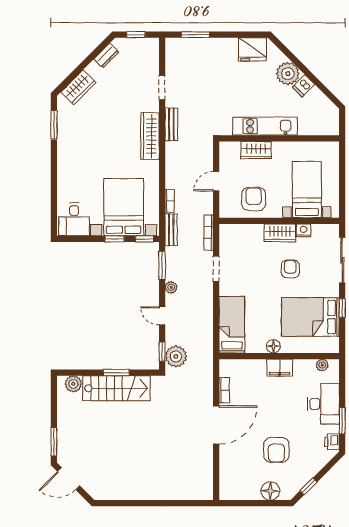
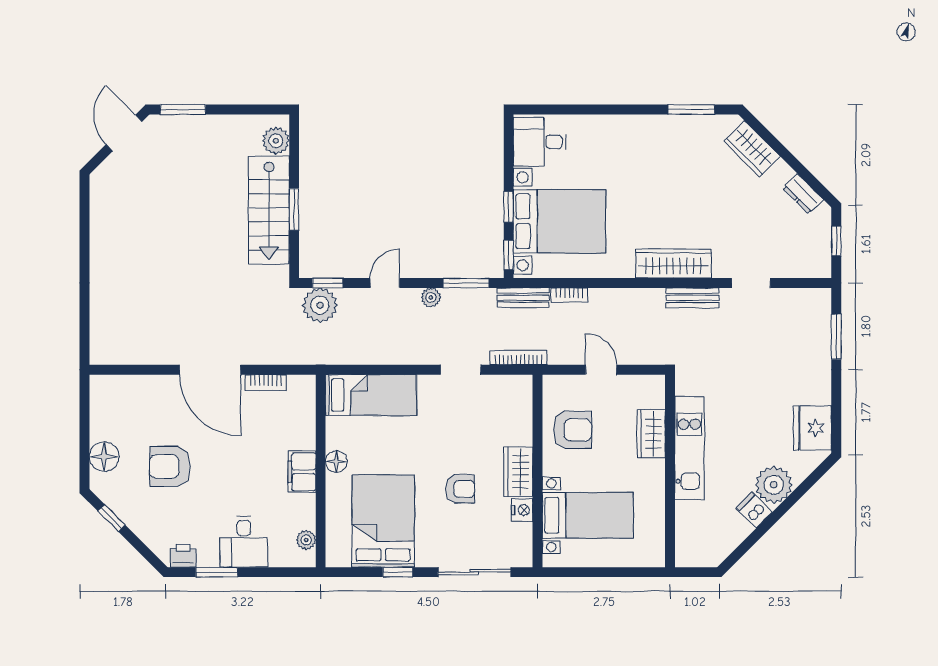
desk: (323, 404) -> (244, 542), width x0.73

